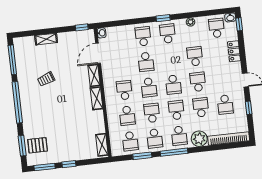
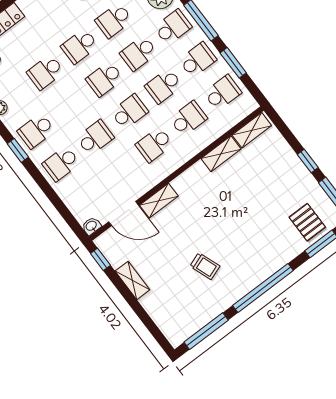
shelving: (46, 39) -> (132, 280), moved
school desk: (173, 85) -> (105, 79), turned 180
shelving: (97, 98) -> (221, 154), moved

